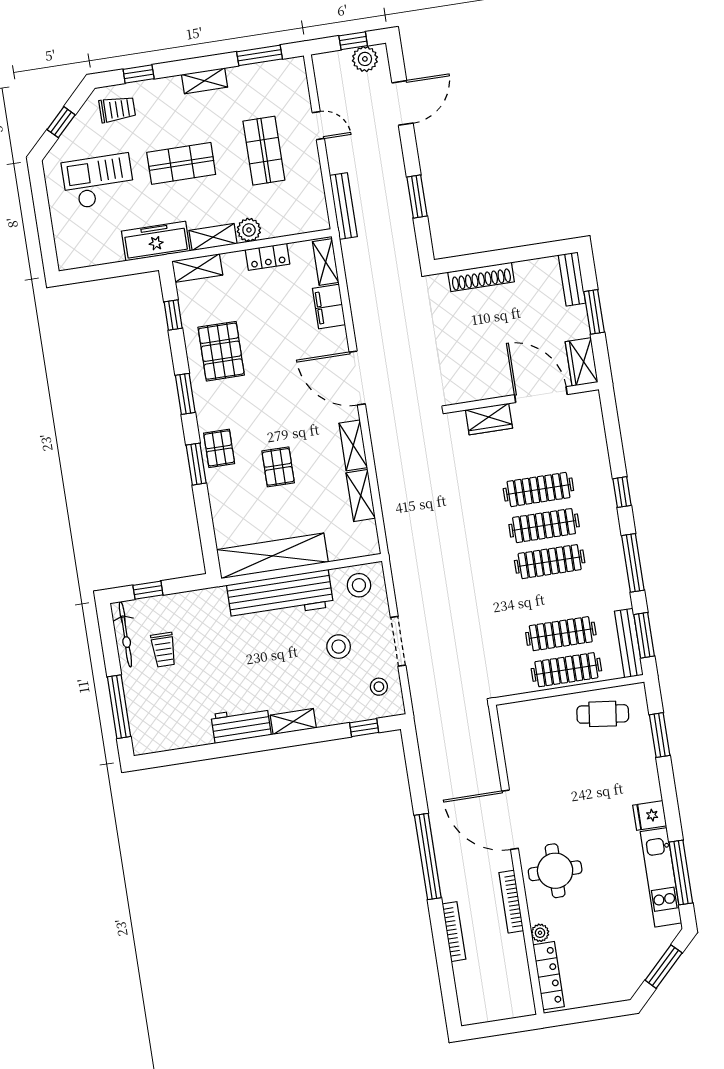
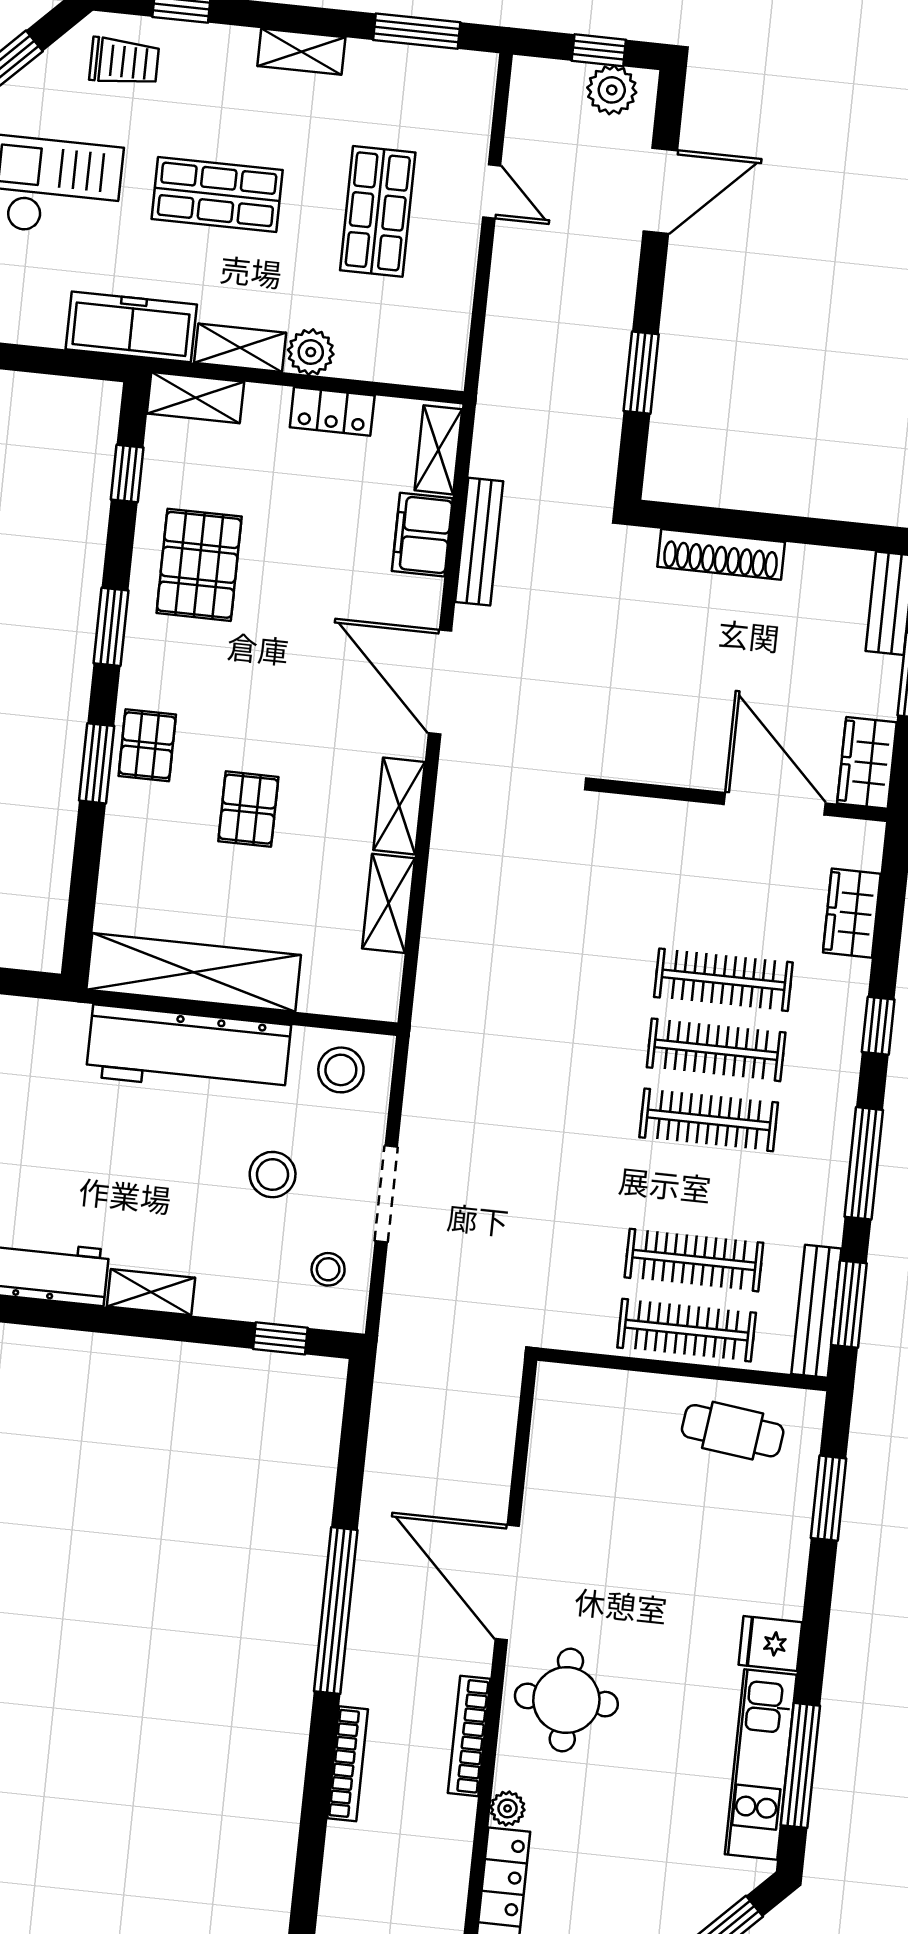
bench: (343, 206) -> (479, 542), moved
wardrobe: (489, 419) -> (852, 913), moved, turned 90

